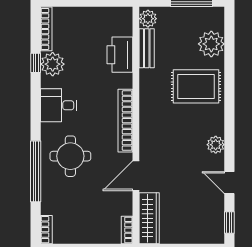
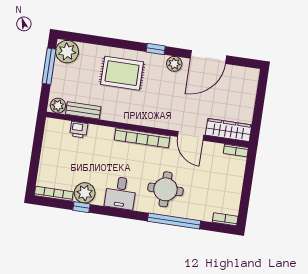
plant: (211, 44) -> (67, 52), moved
printer: (120, 55) -> (79, 130), width x0.53, depth x0.68
rug: (196, 86) -> (122, 73), turned 90
door: (229, 183) -> (208, 57), width x1.88
window: (229, 222) -> (156, 49), moved

